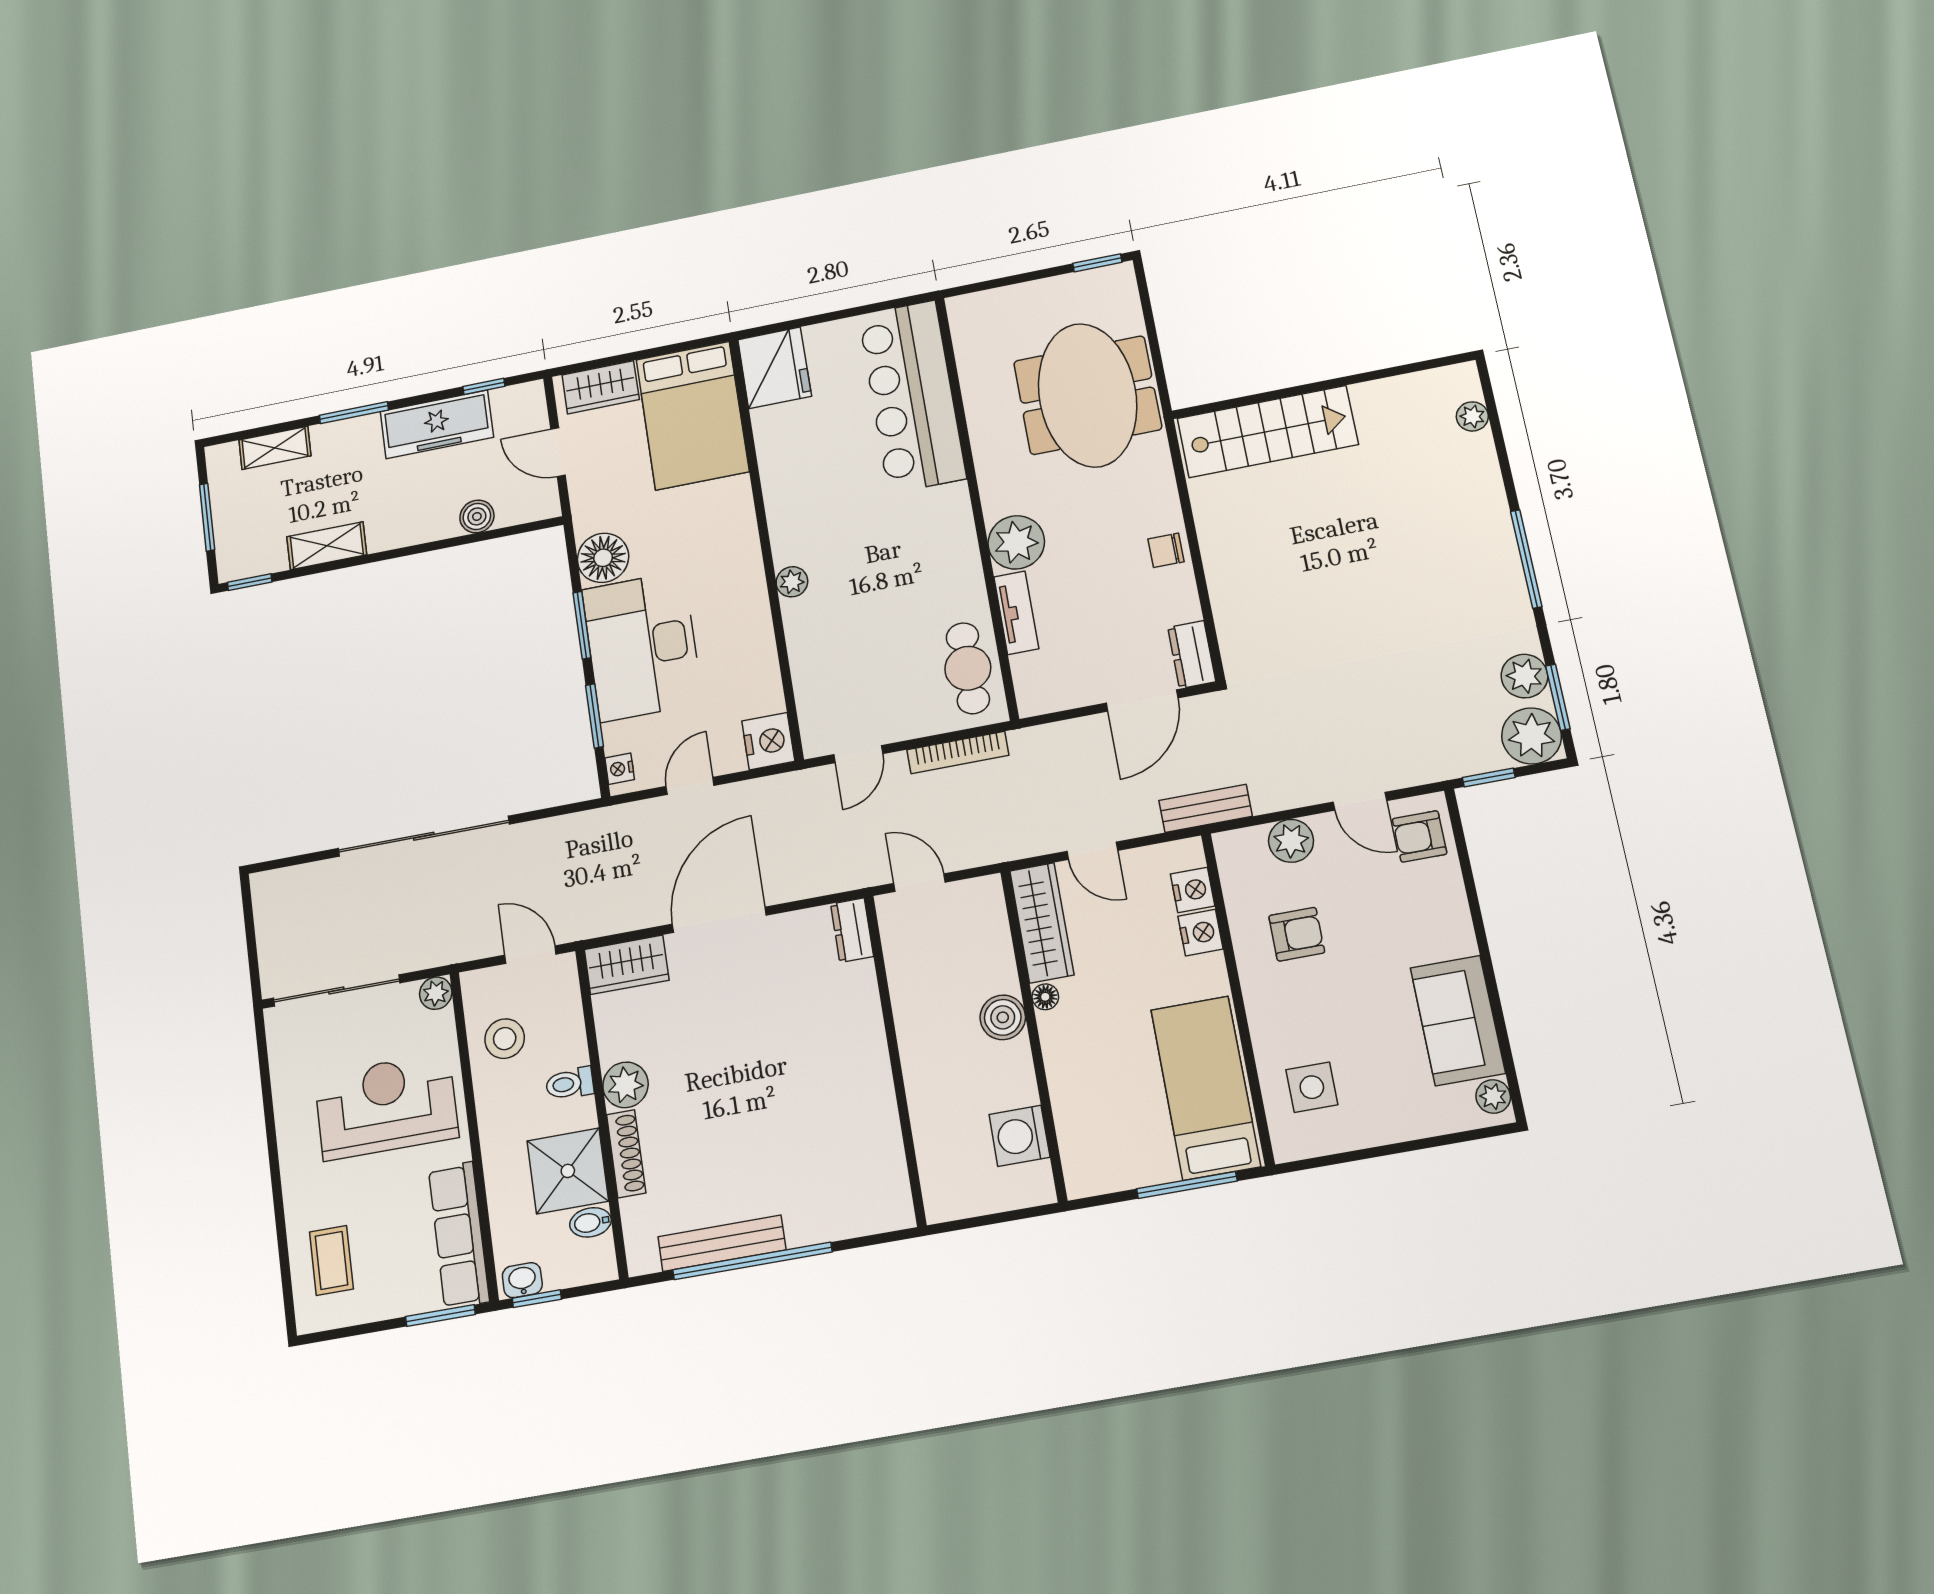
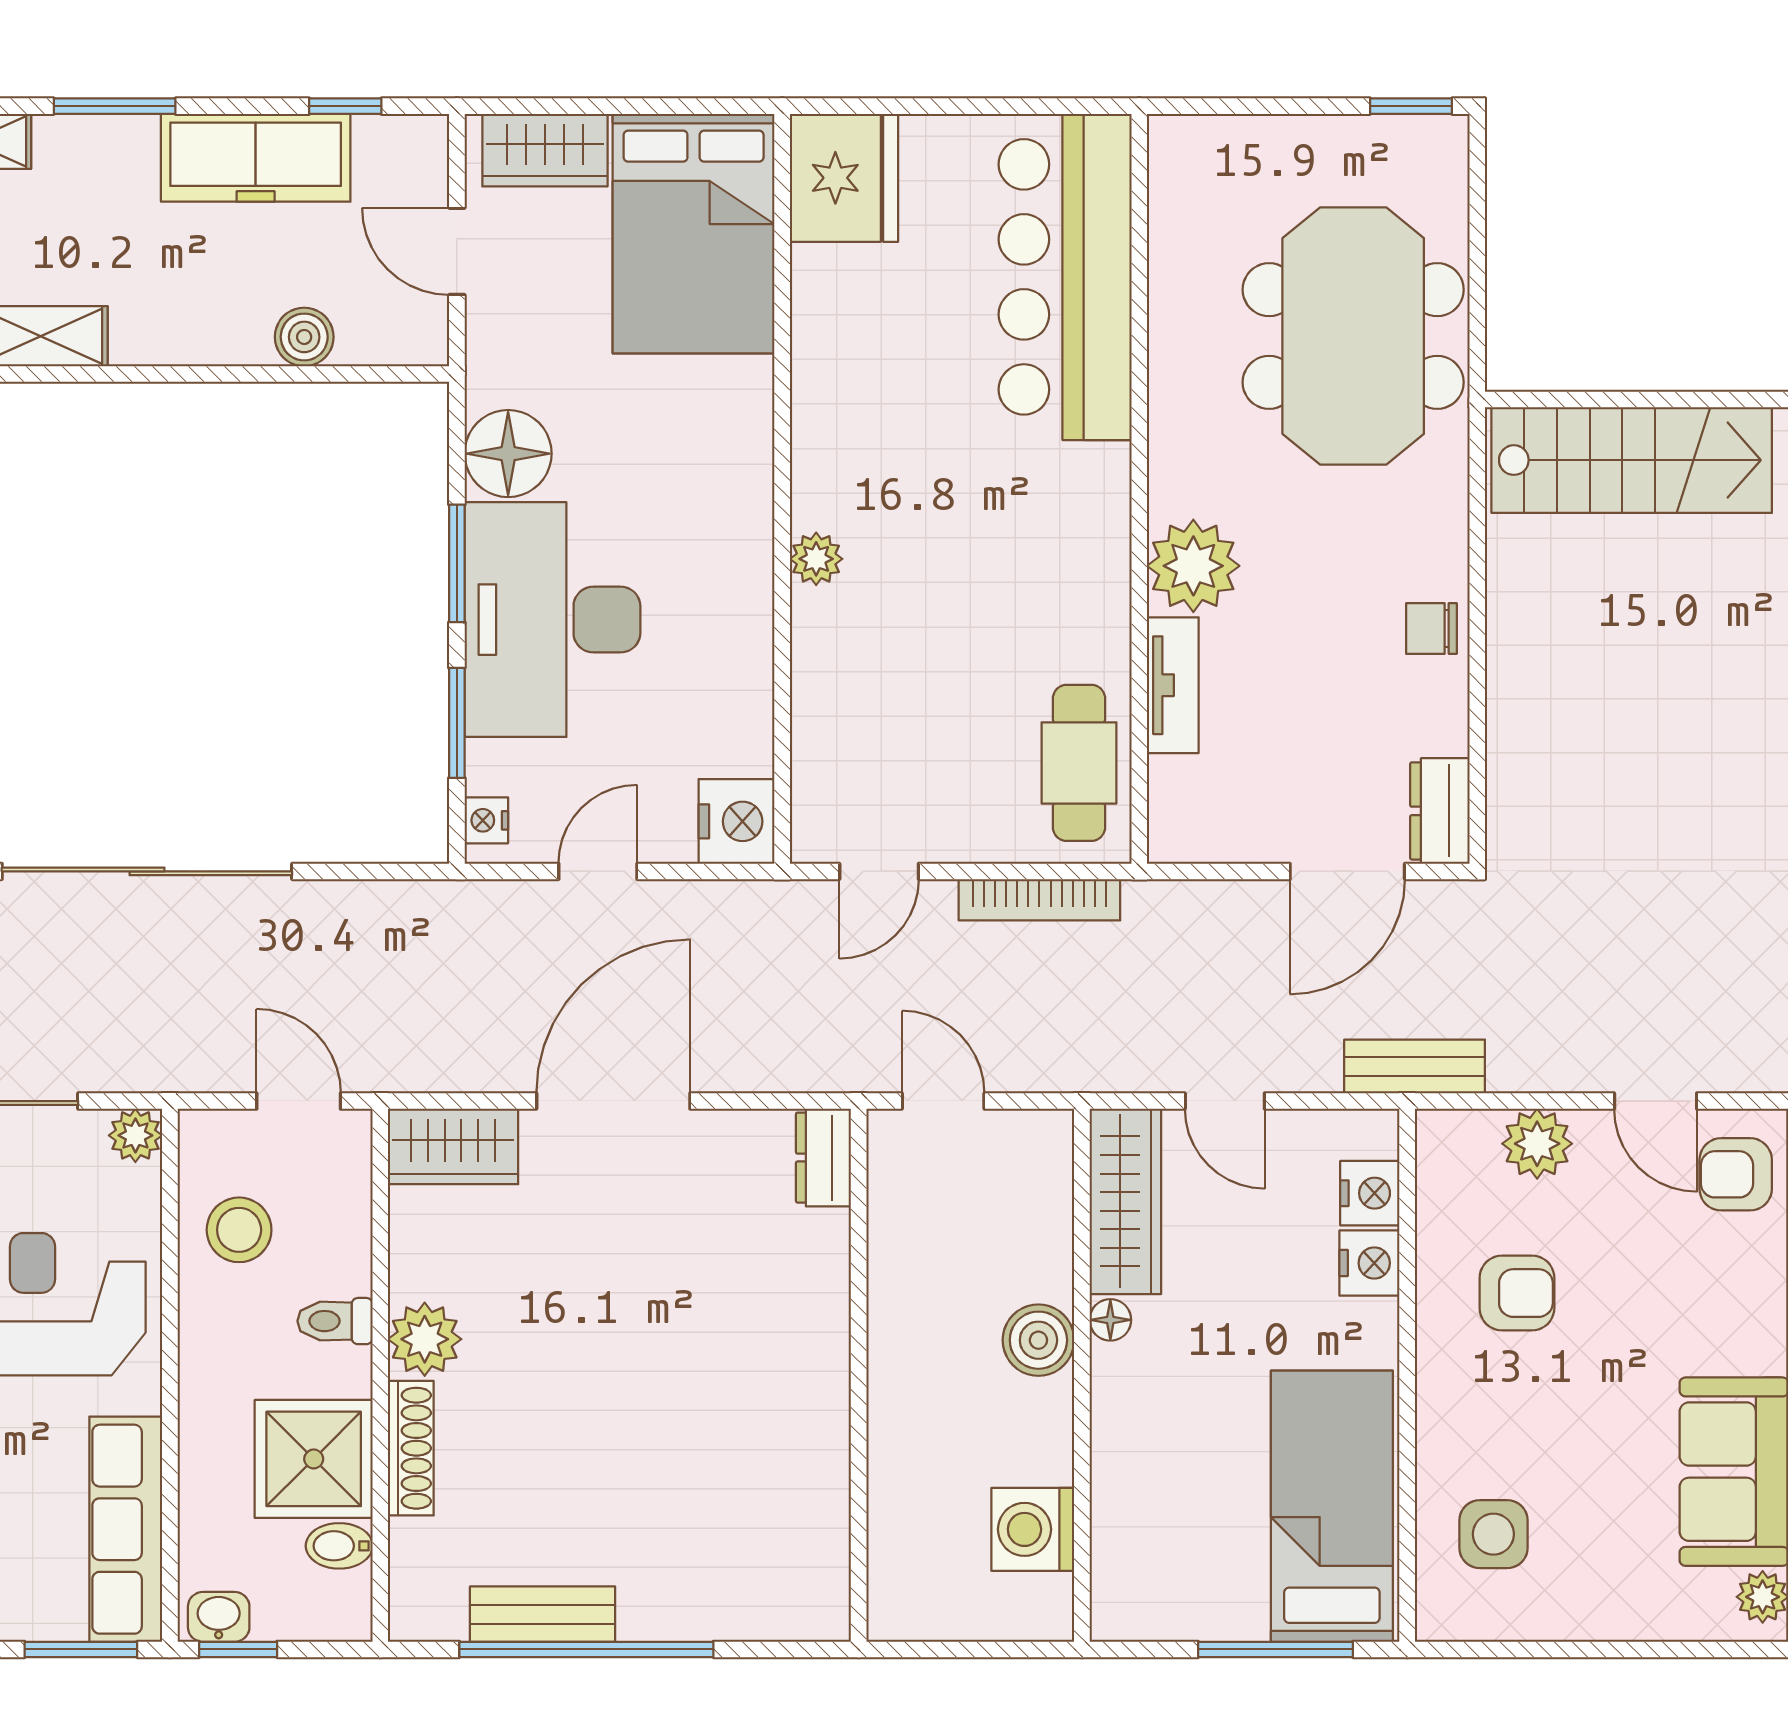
bench: (722, 1243) -> (543, 1614), width x0.73

